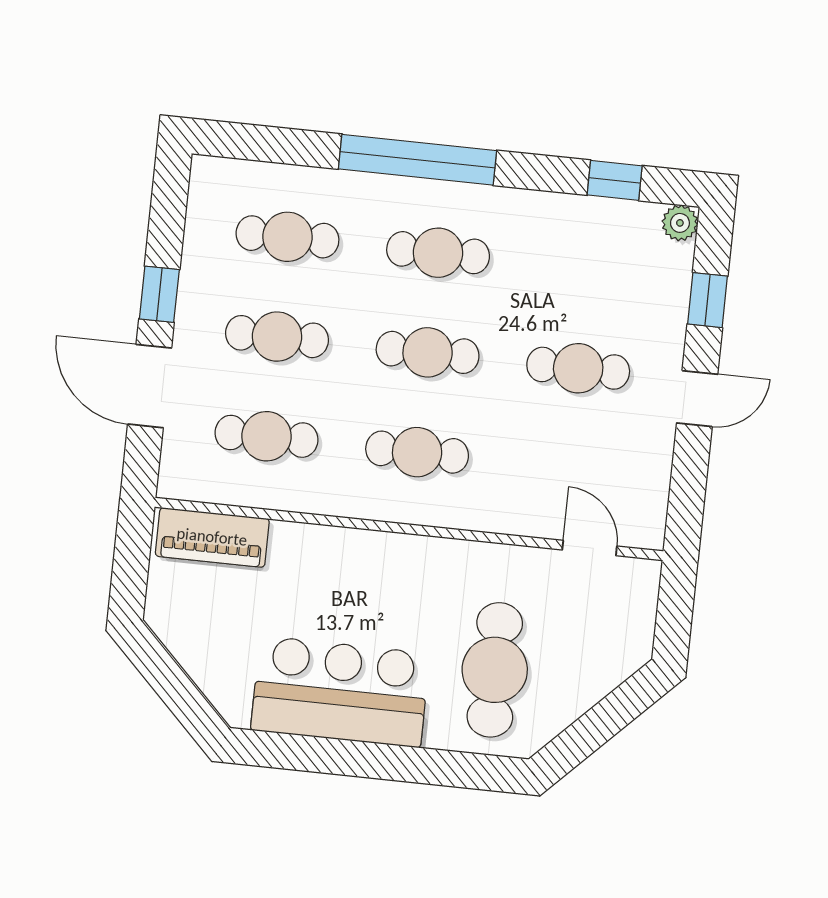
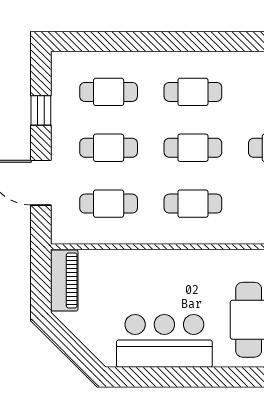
window: (418, 160) -> (176, 42), removed
window: (159, 294) -> (41, 110), moved
piano: (212, 537) -> (64, 280), moved, turned -90

